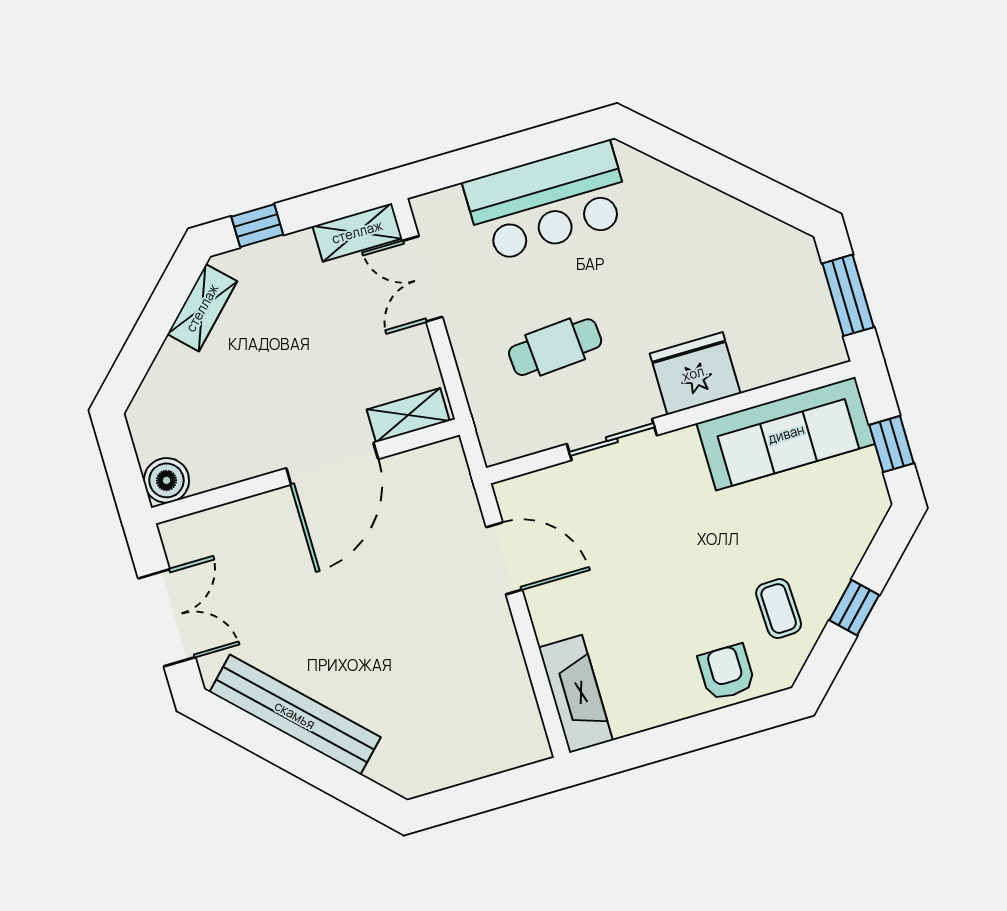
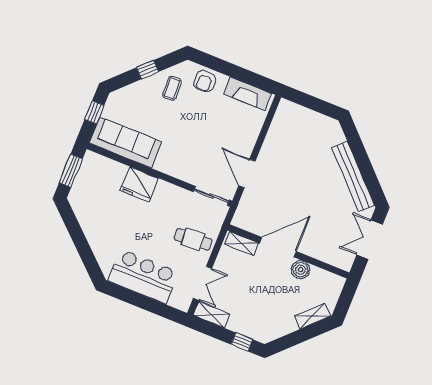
shelving: (202, 308) -> (312, 316), moved
cafe table: (555, 347) -> (193, 239), moved
sliding door: (612, 440) -> (211, 196), moved
boiler: (166, 480) -> (301, 270), moved
fireplace: (576, 694) -> (248, 94), moved, turned -90

